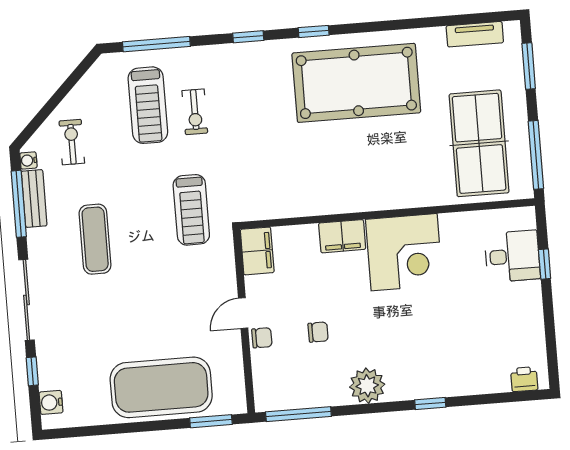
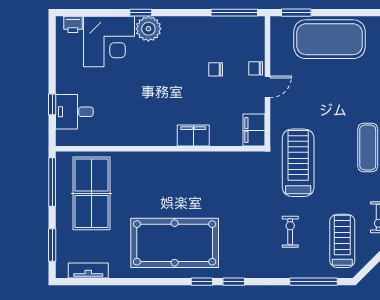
window: (248, 37) -> (234, 282), moved
treadmill: (148, 105) -> (342, 241), moved
treadmill: (191, 210) -> (298, 163), width x1.37, depth x1.37
corner desk: (404, 252) -> (109, 42), moved, turned 180
plant: (367, 386) -> (148, 29), moved

